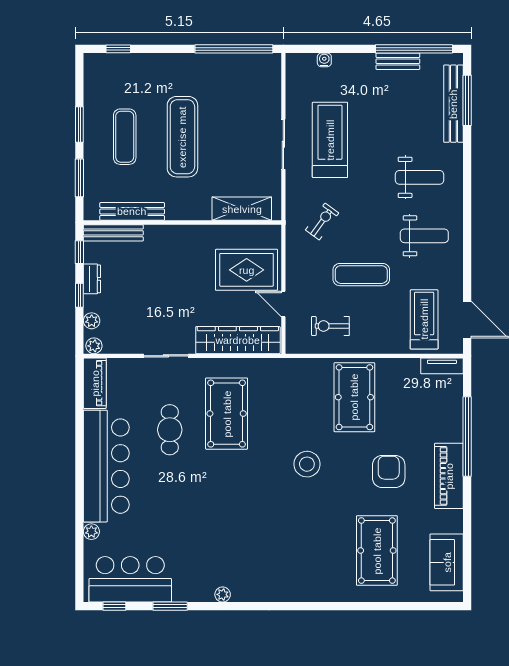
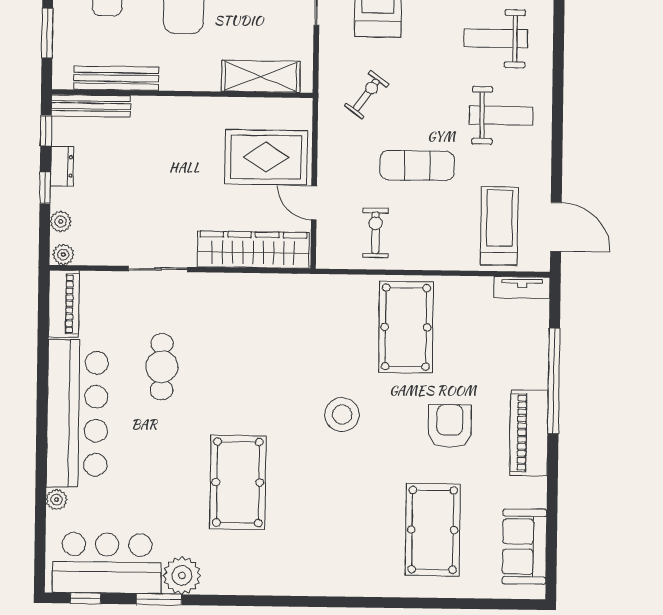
weight bench: (420, 177) -> (496, 38), turned 180
exercise bike: (330, 326) -> (375, 233), turned 90
pool table: (227, 414) -> (238, 482), moved
plant: (223, 594) -> (182, 576), moved, width x1.88, depth x1.88

